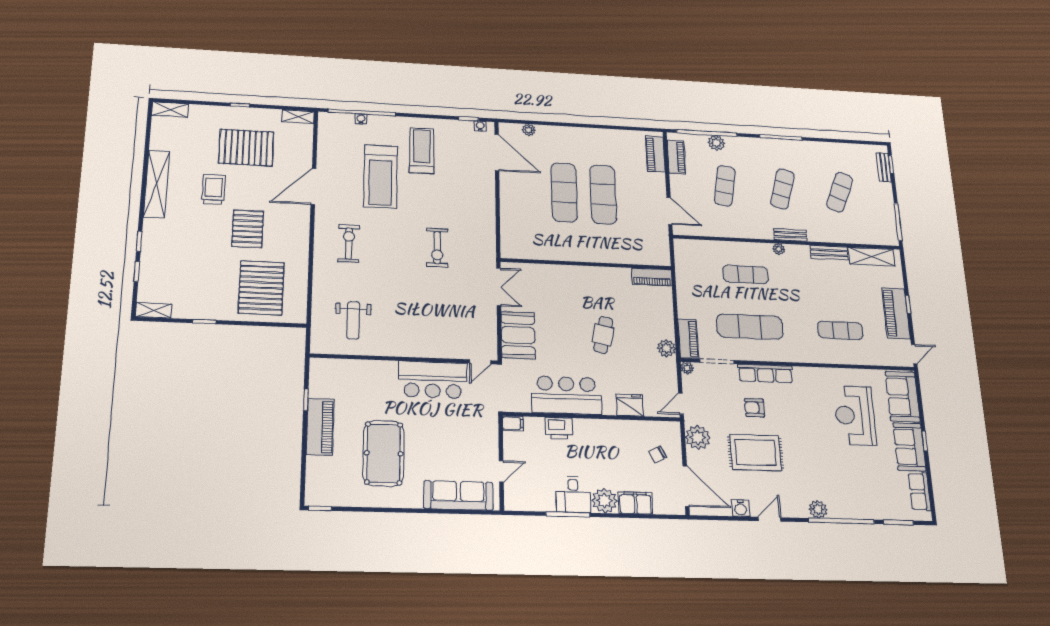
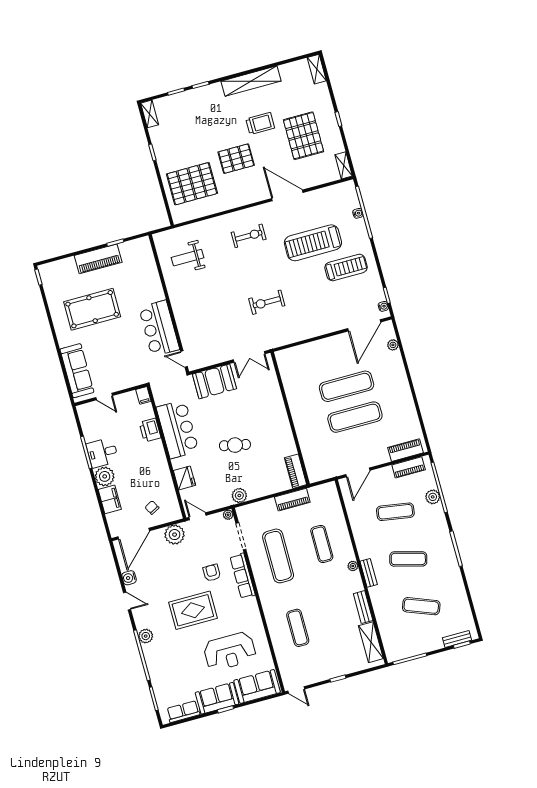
piano: (896, 313) -> (327, 670), removed
piano: (688, 339) -> (292, 500), moved
reception desk: (855, 415) -> (230, 651), turned 180
rug: (755, 453) -> (193, 610), moved, turned 90

